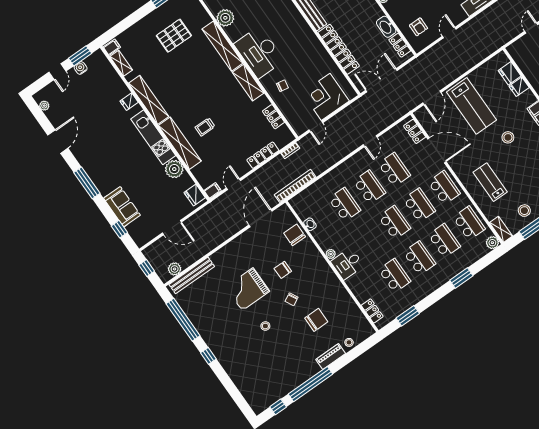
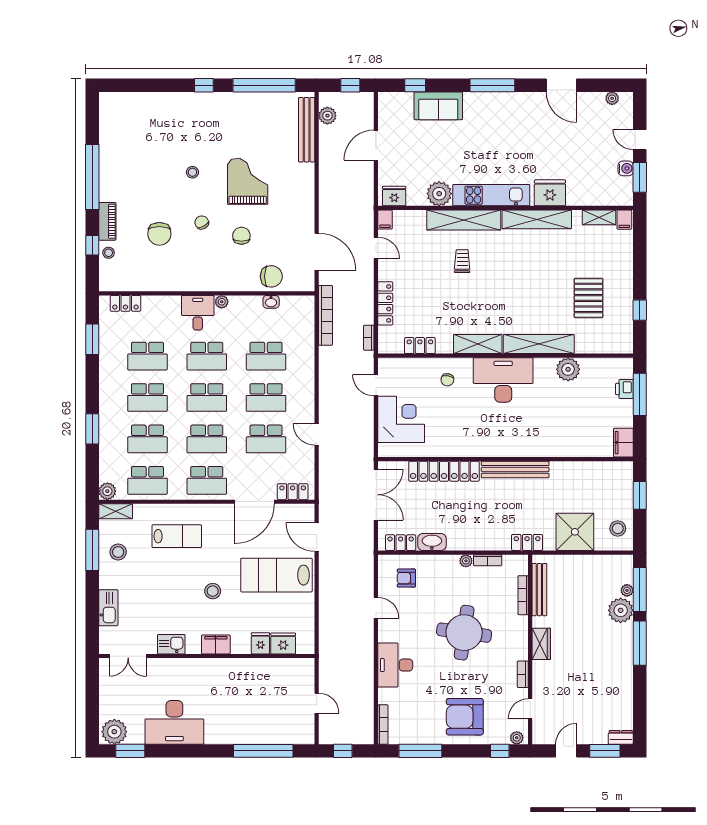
fridge: (129, 102) -> (550, 193), width x1.88, depth x1.34
school desk: (370, 240) -> (207, 356), added
window: (278, 407) -> (92, 245), moved

